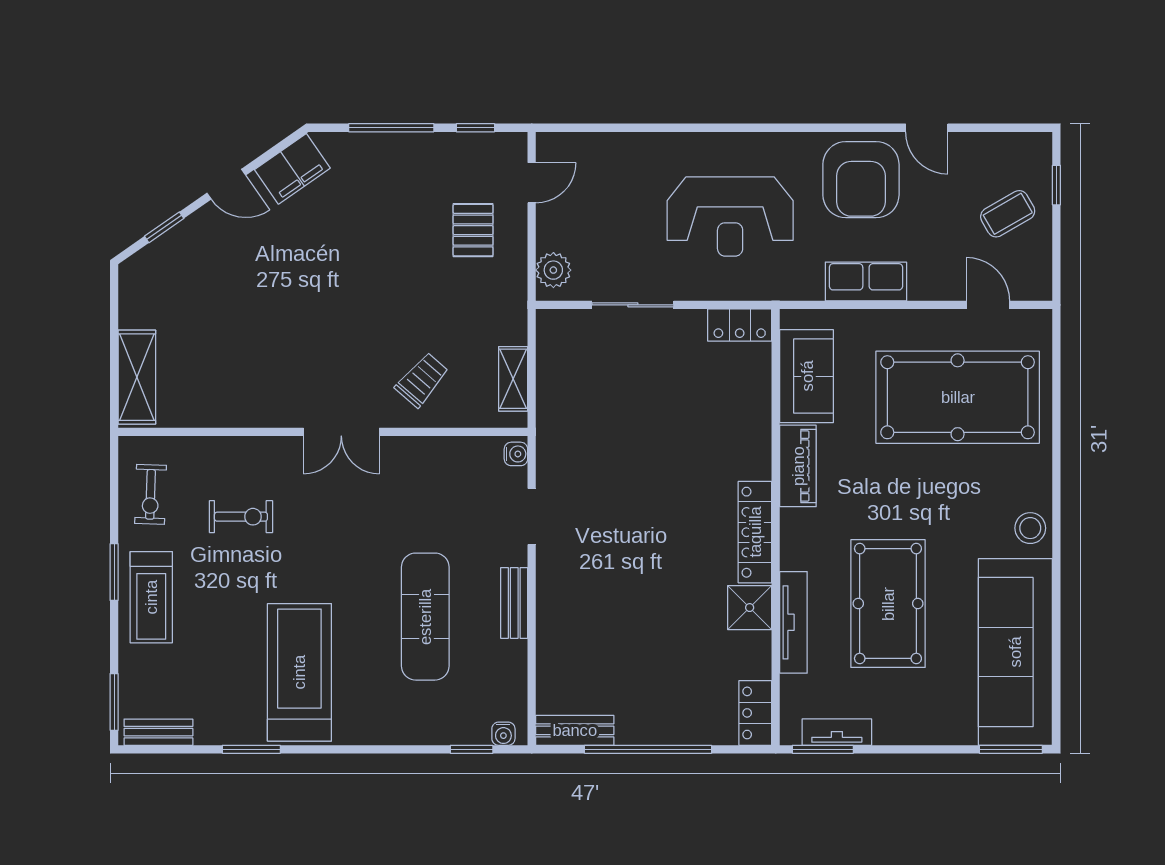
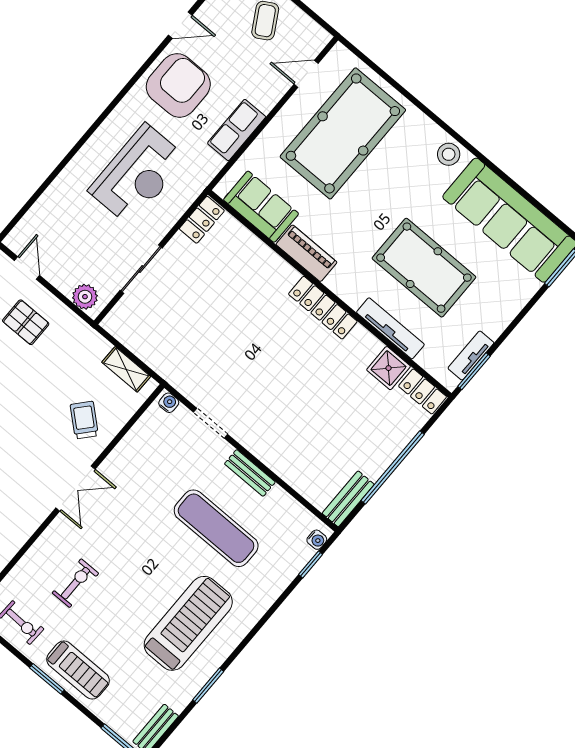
armchair: (861, 180) -> (178, 85), turned -90
shower: (750, 608) -> (388, 368), moved
treadmill: (299, 672) -> (188, 623), turned 90

